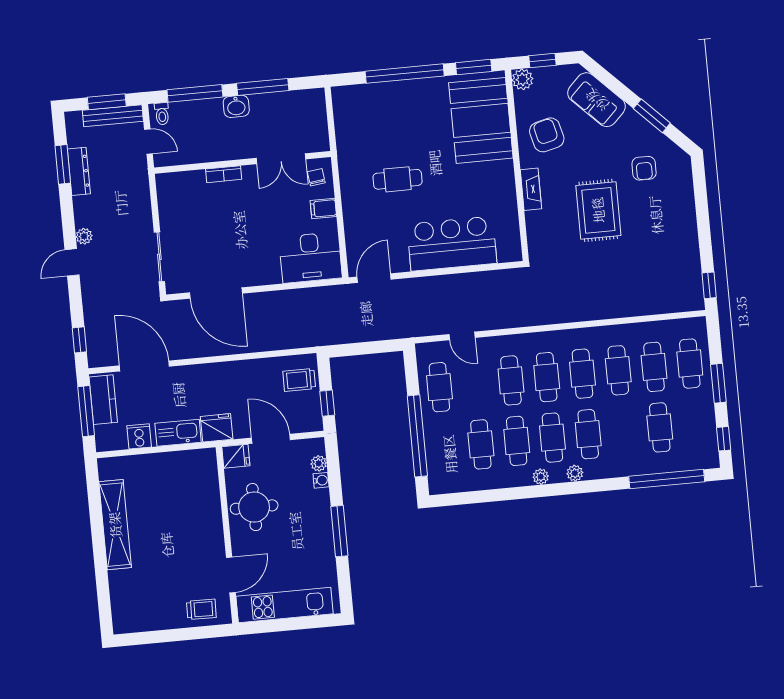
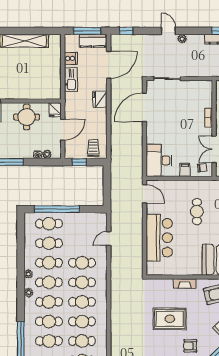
cafe table: (439, 387) -> (49, 224), moved
fridge: (217, 428) -> (100, 99), moved, turned 180
cafe table: (624, 431) -> (49, 321), added

